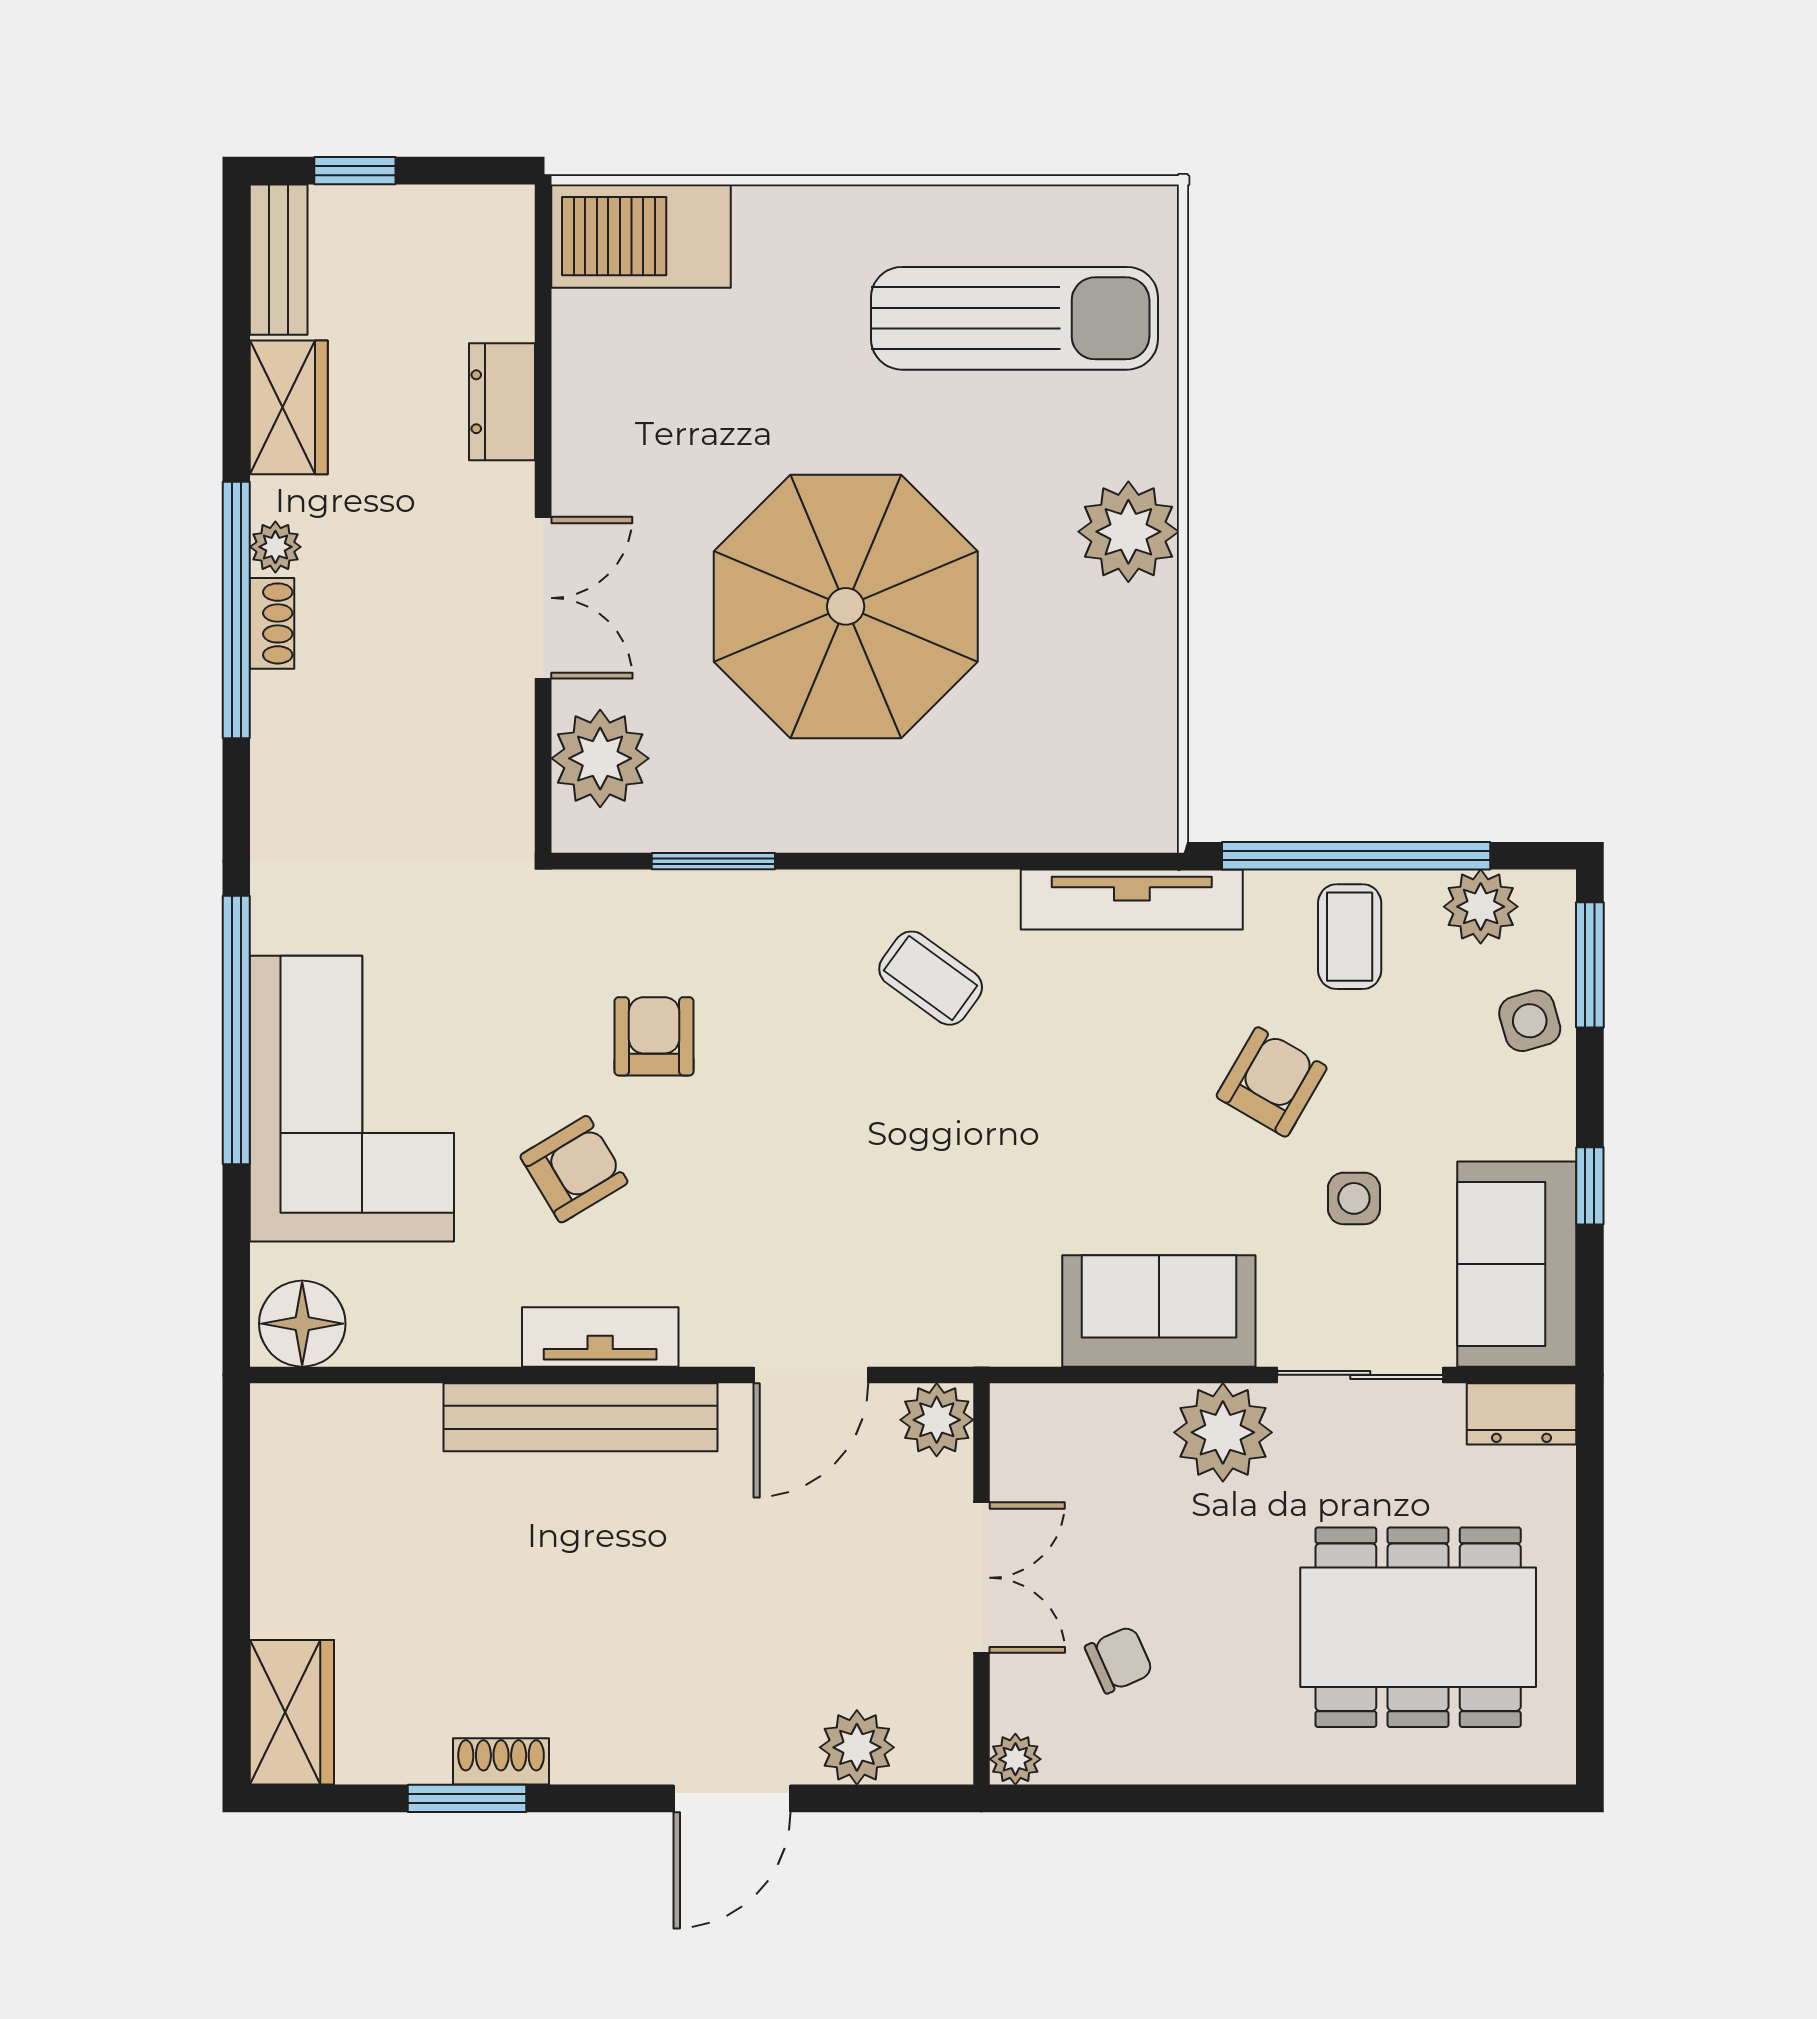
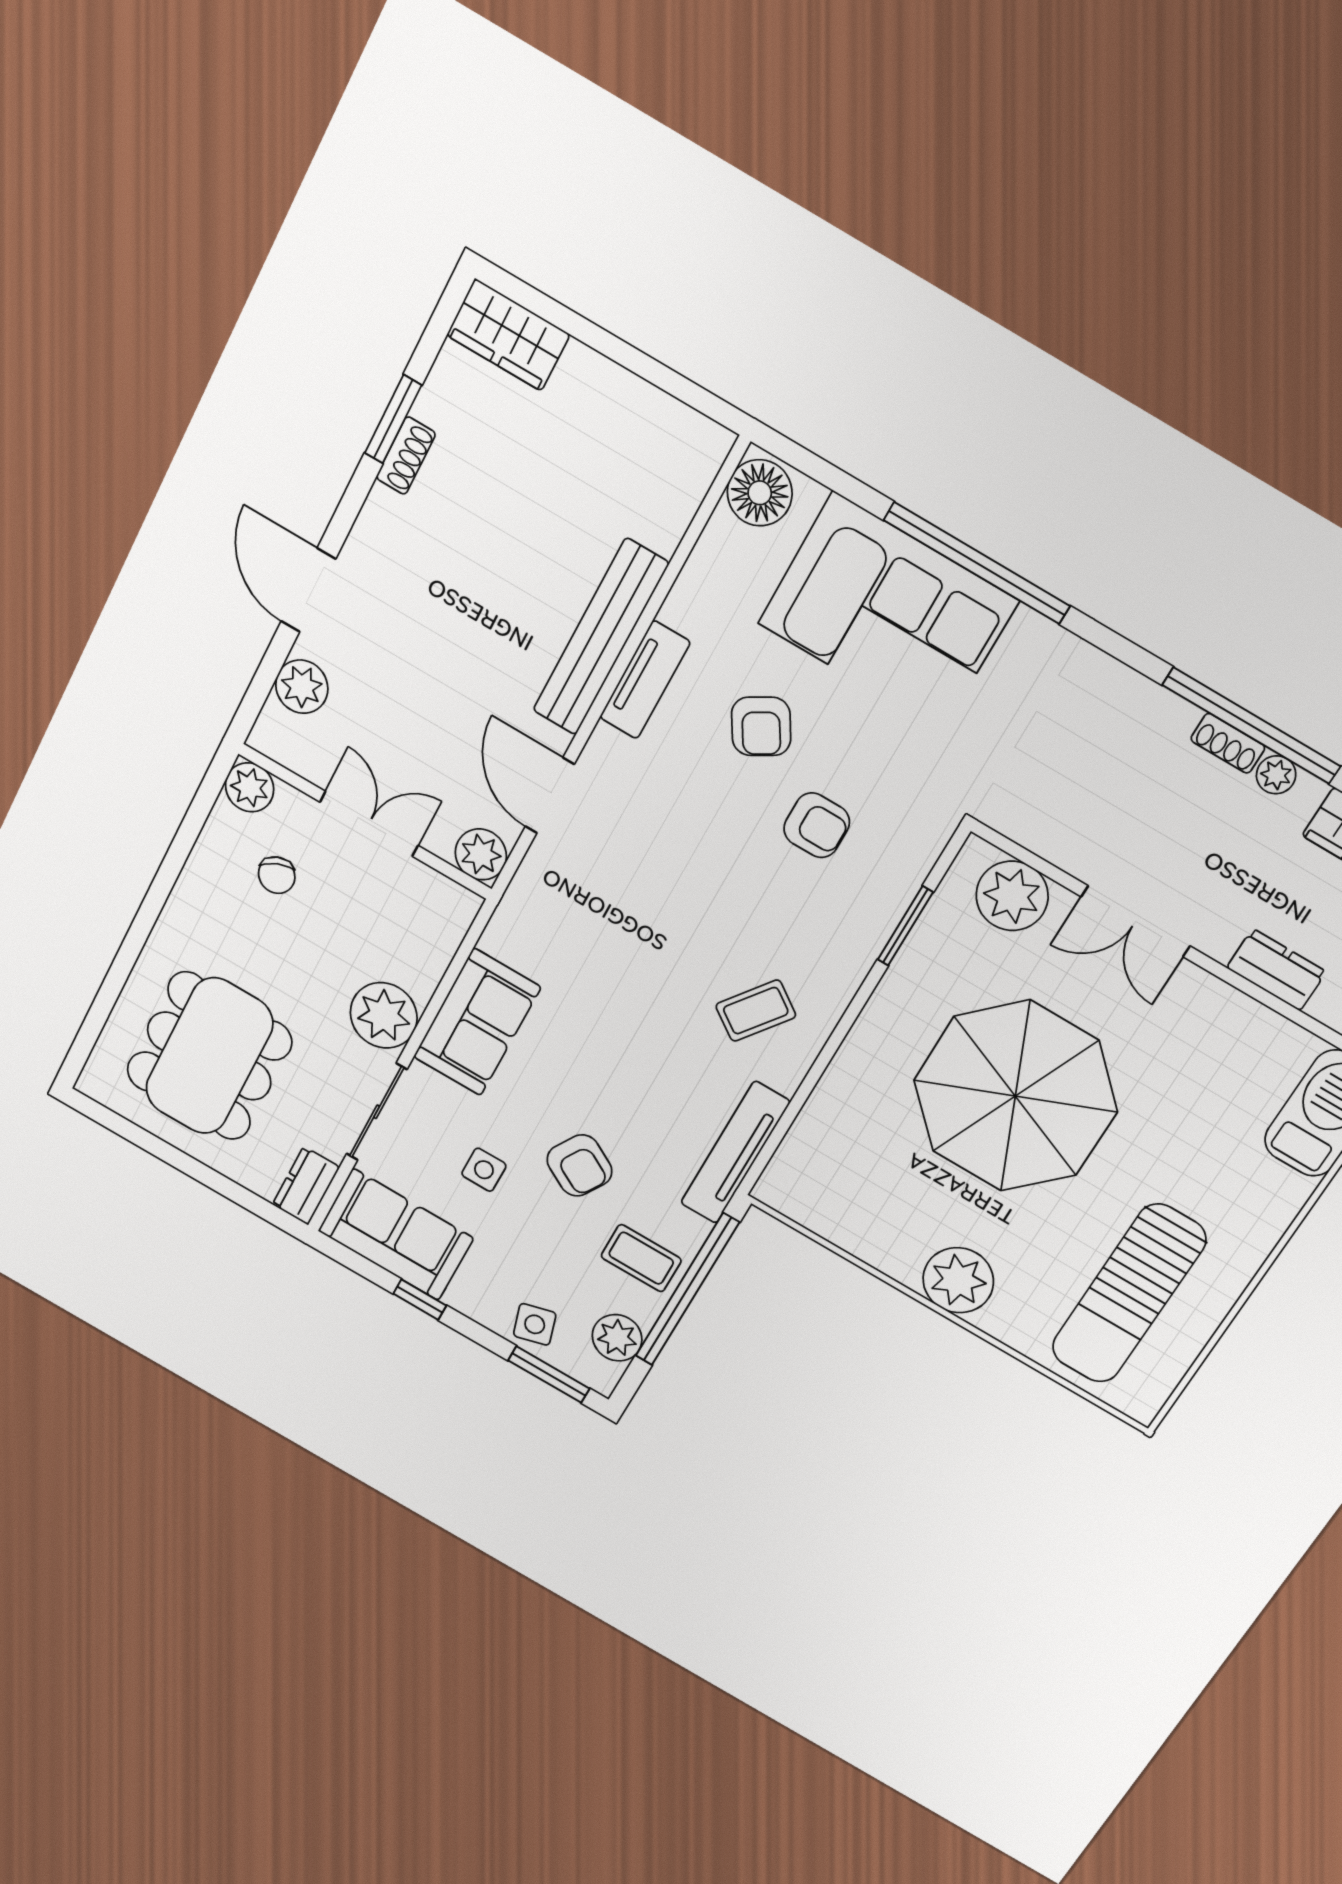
double door: (982, 1578) -> (369, 824), swing flipped
plant: (1015, 1759) -> (250, 787), width x1.38, depth x1.38

